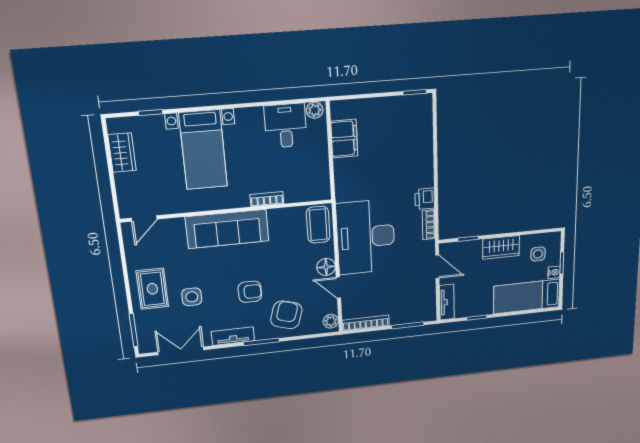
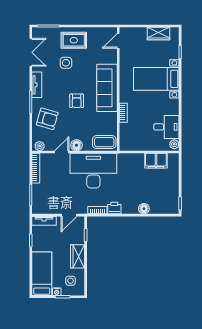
floor lamp: (425, 152) -> (144, 209), added
door: (144, 219) -> (118, 41), hinge flipped
armchair: (250, 292) -> (77, 101), moved

